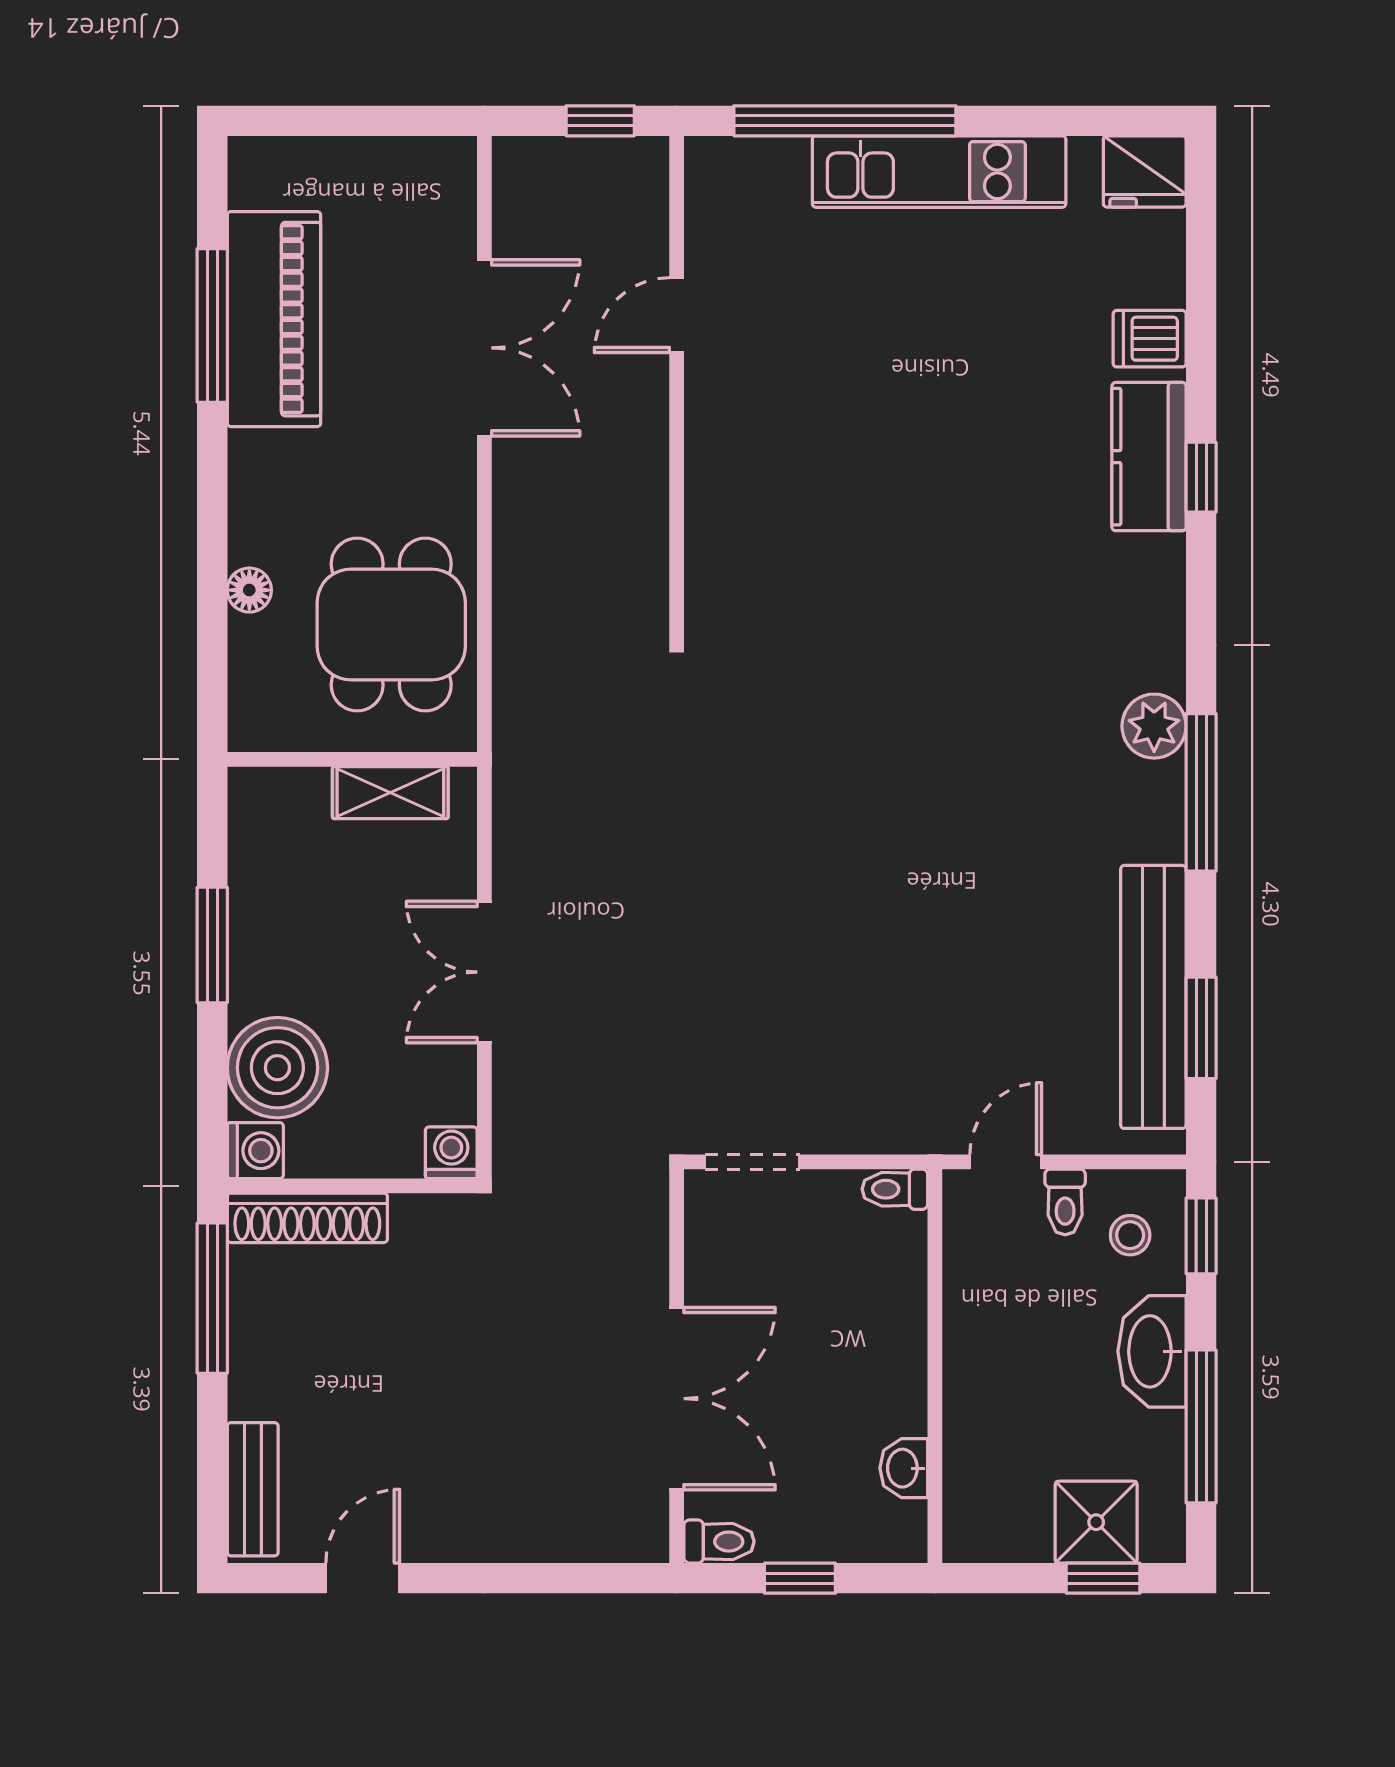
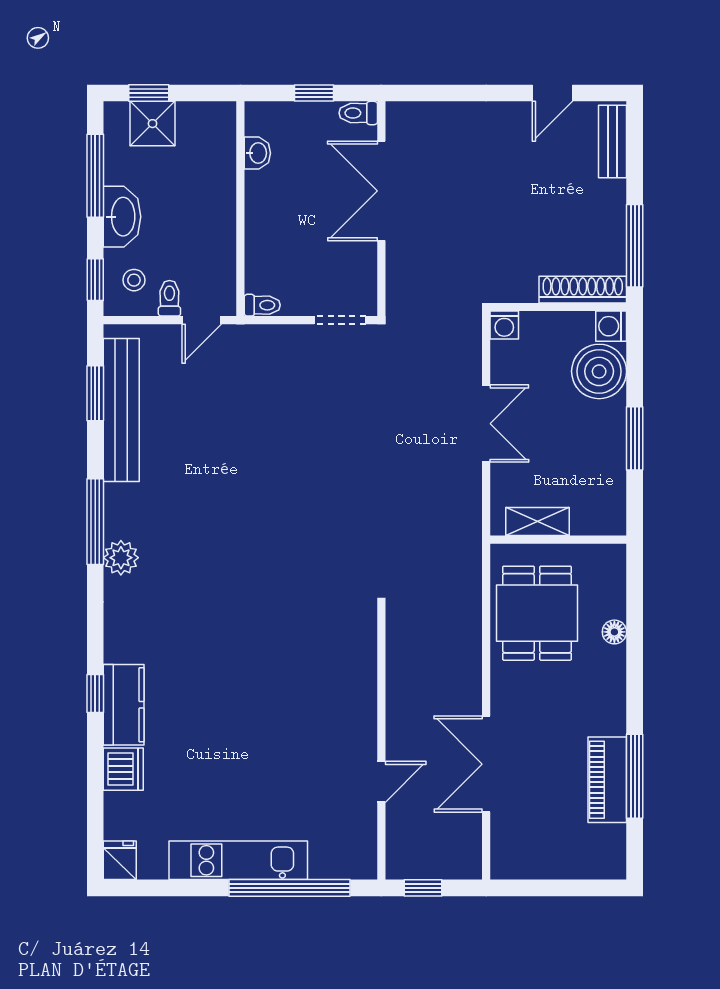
fridge: (1145, 171) -> (120, 860), width x0.72
piano: (274, 319) -> (607, 780), width x0.73, depth x0.75
dishwasher: (1150, 339) -> (123, 769), width x1.38

